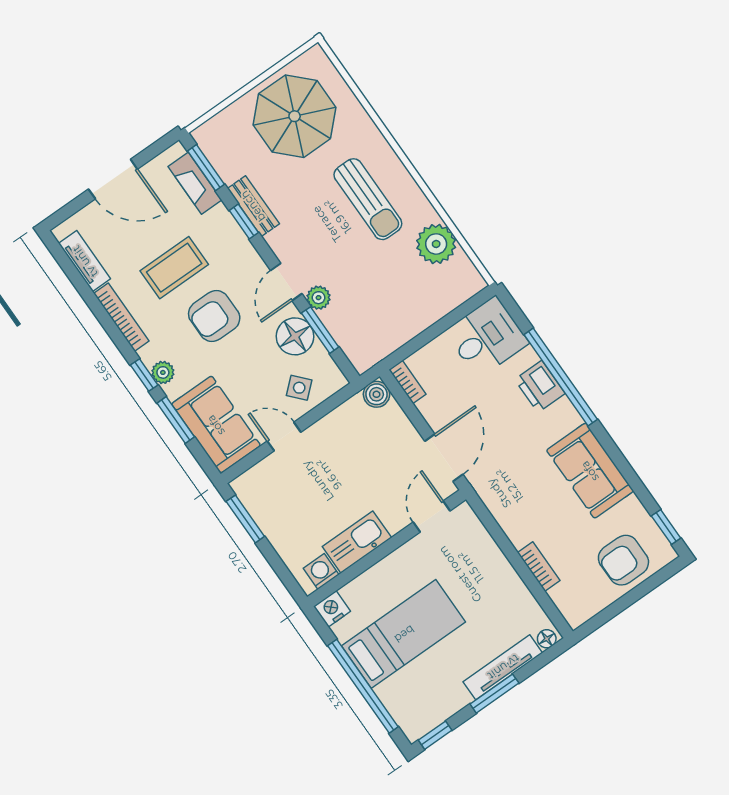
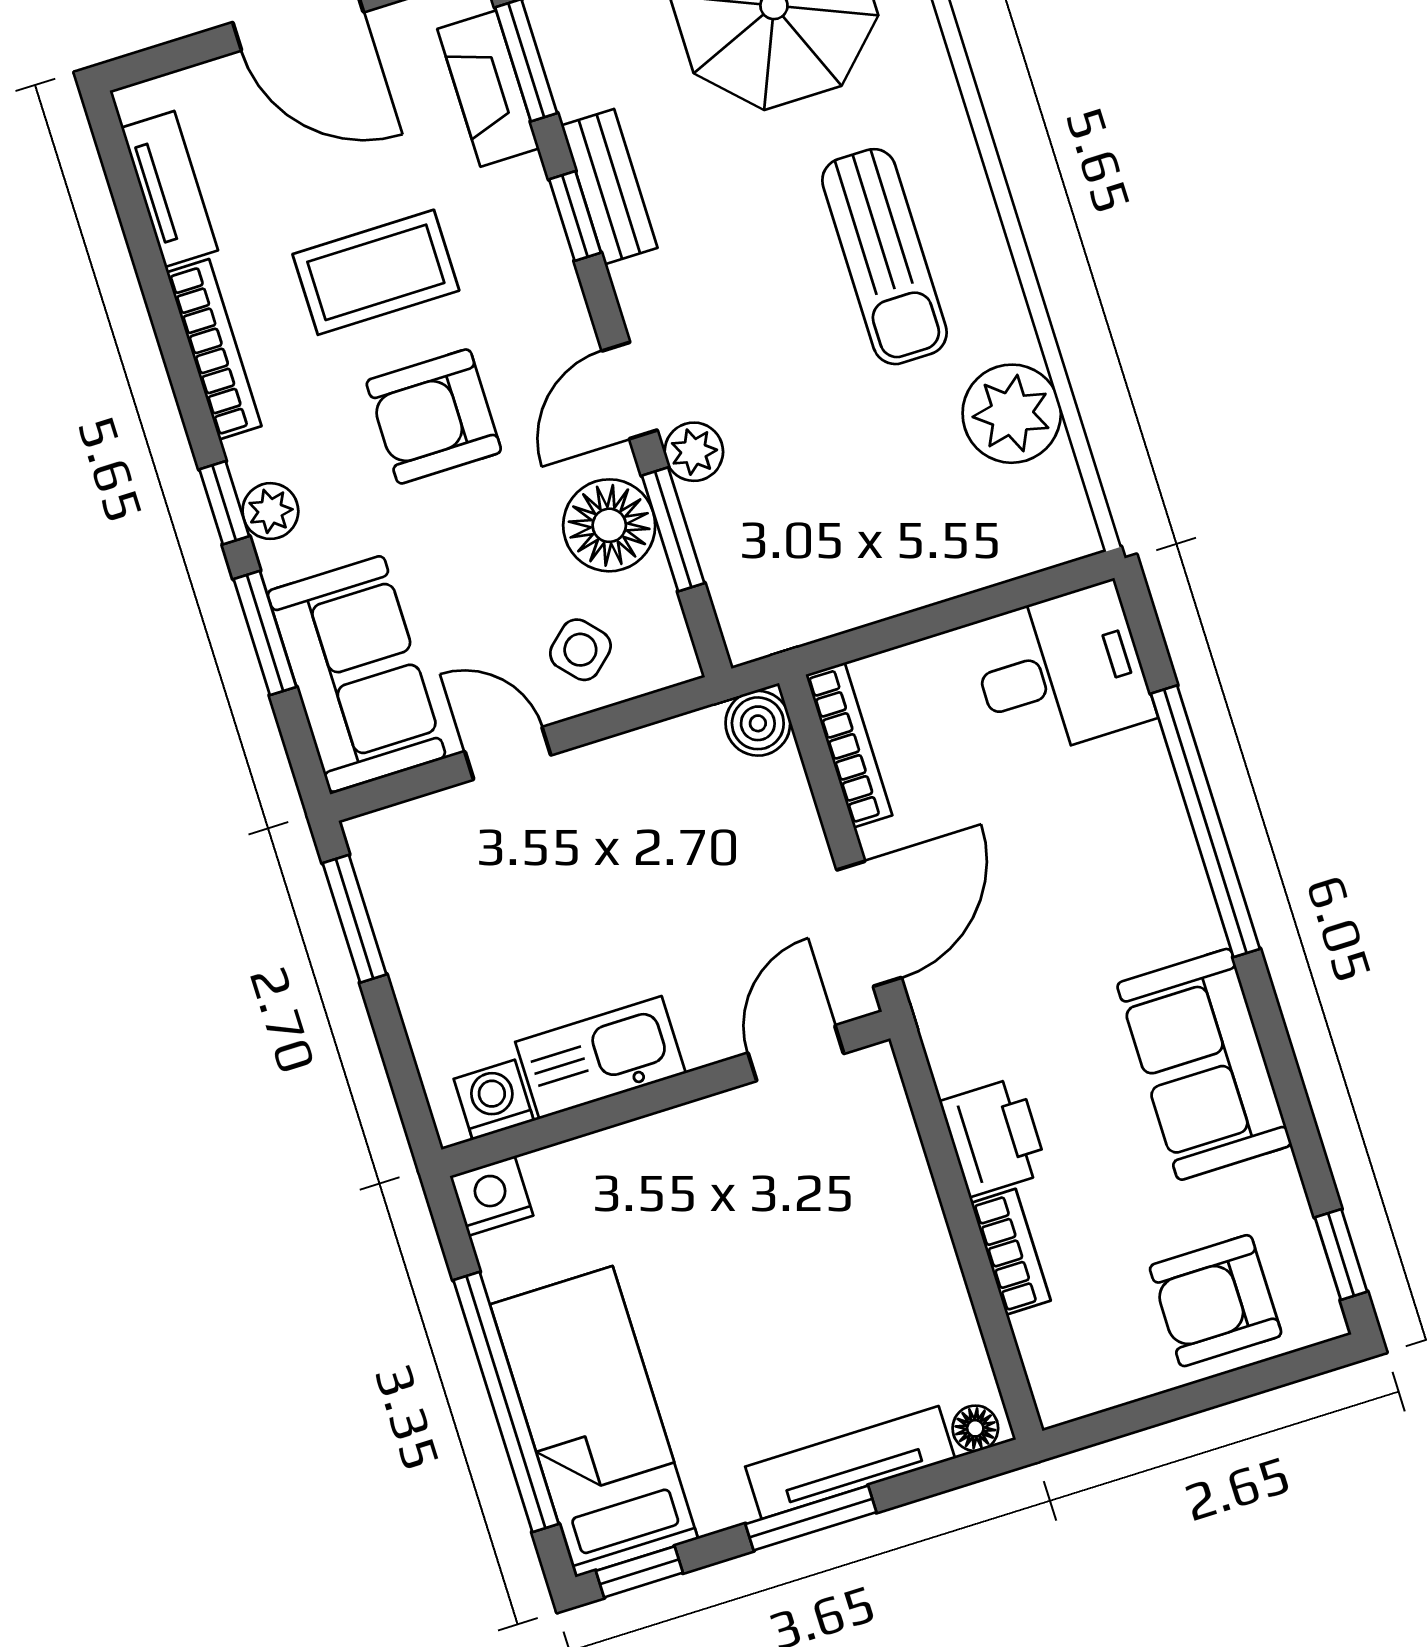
bookcase: (407, 382) -> (849, 745), width x1.56
printer: (540, 386) -> (994, 1137), moved, turned 180
bed: (404, 634) -> (594, 1422), moved, turned -90

